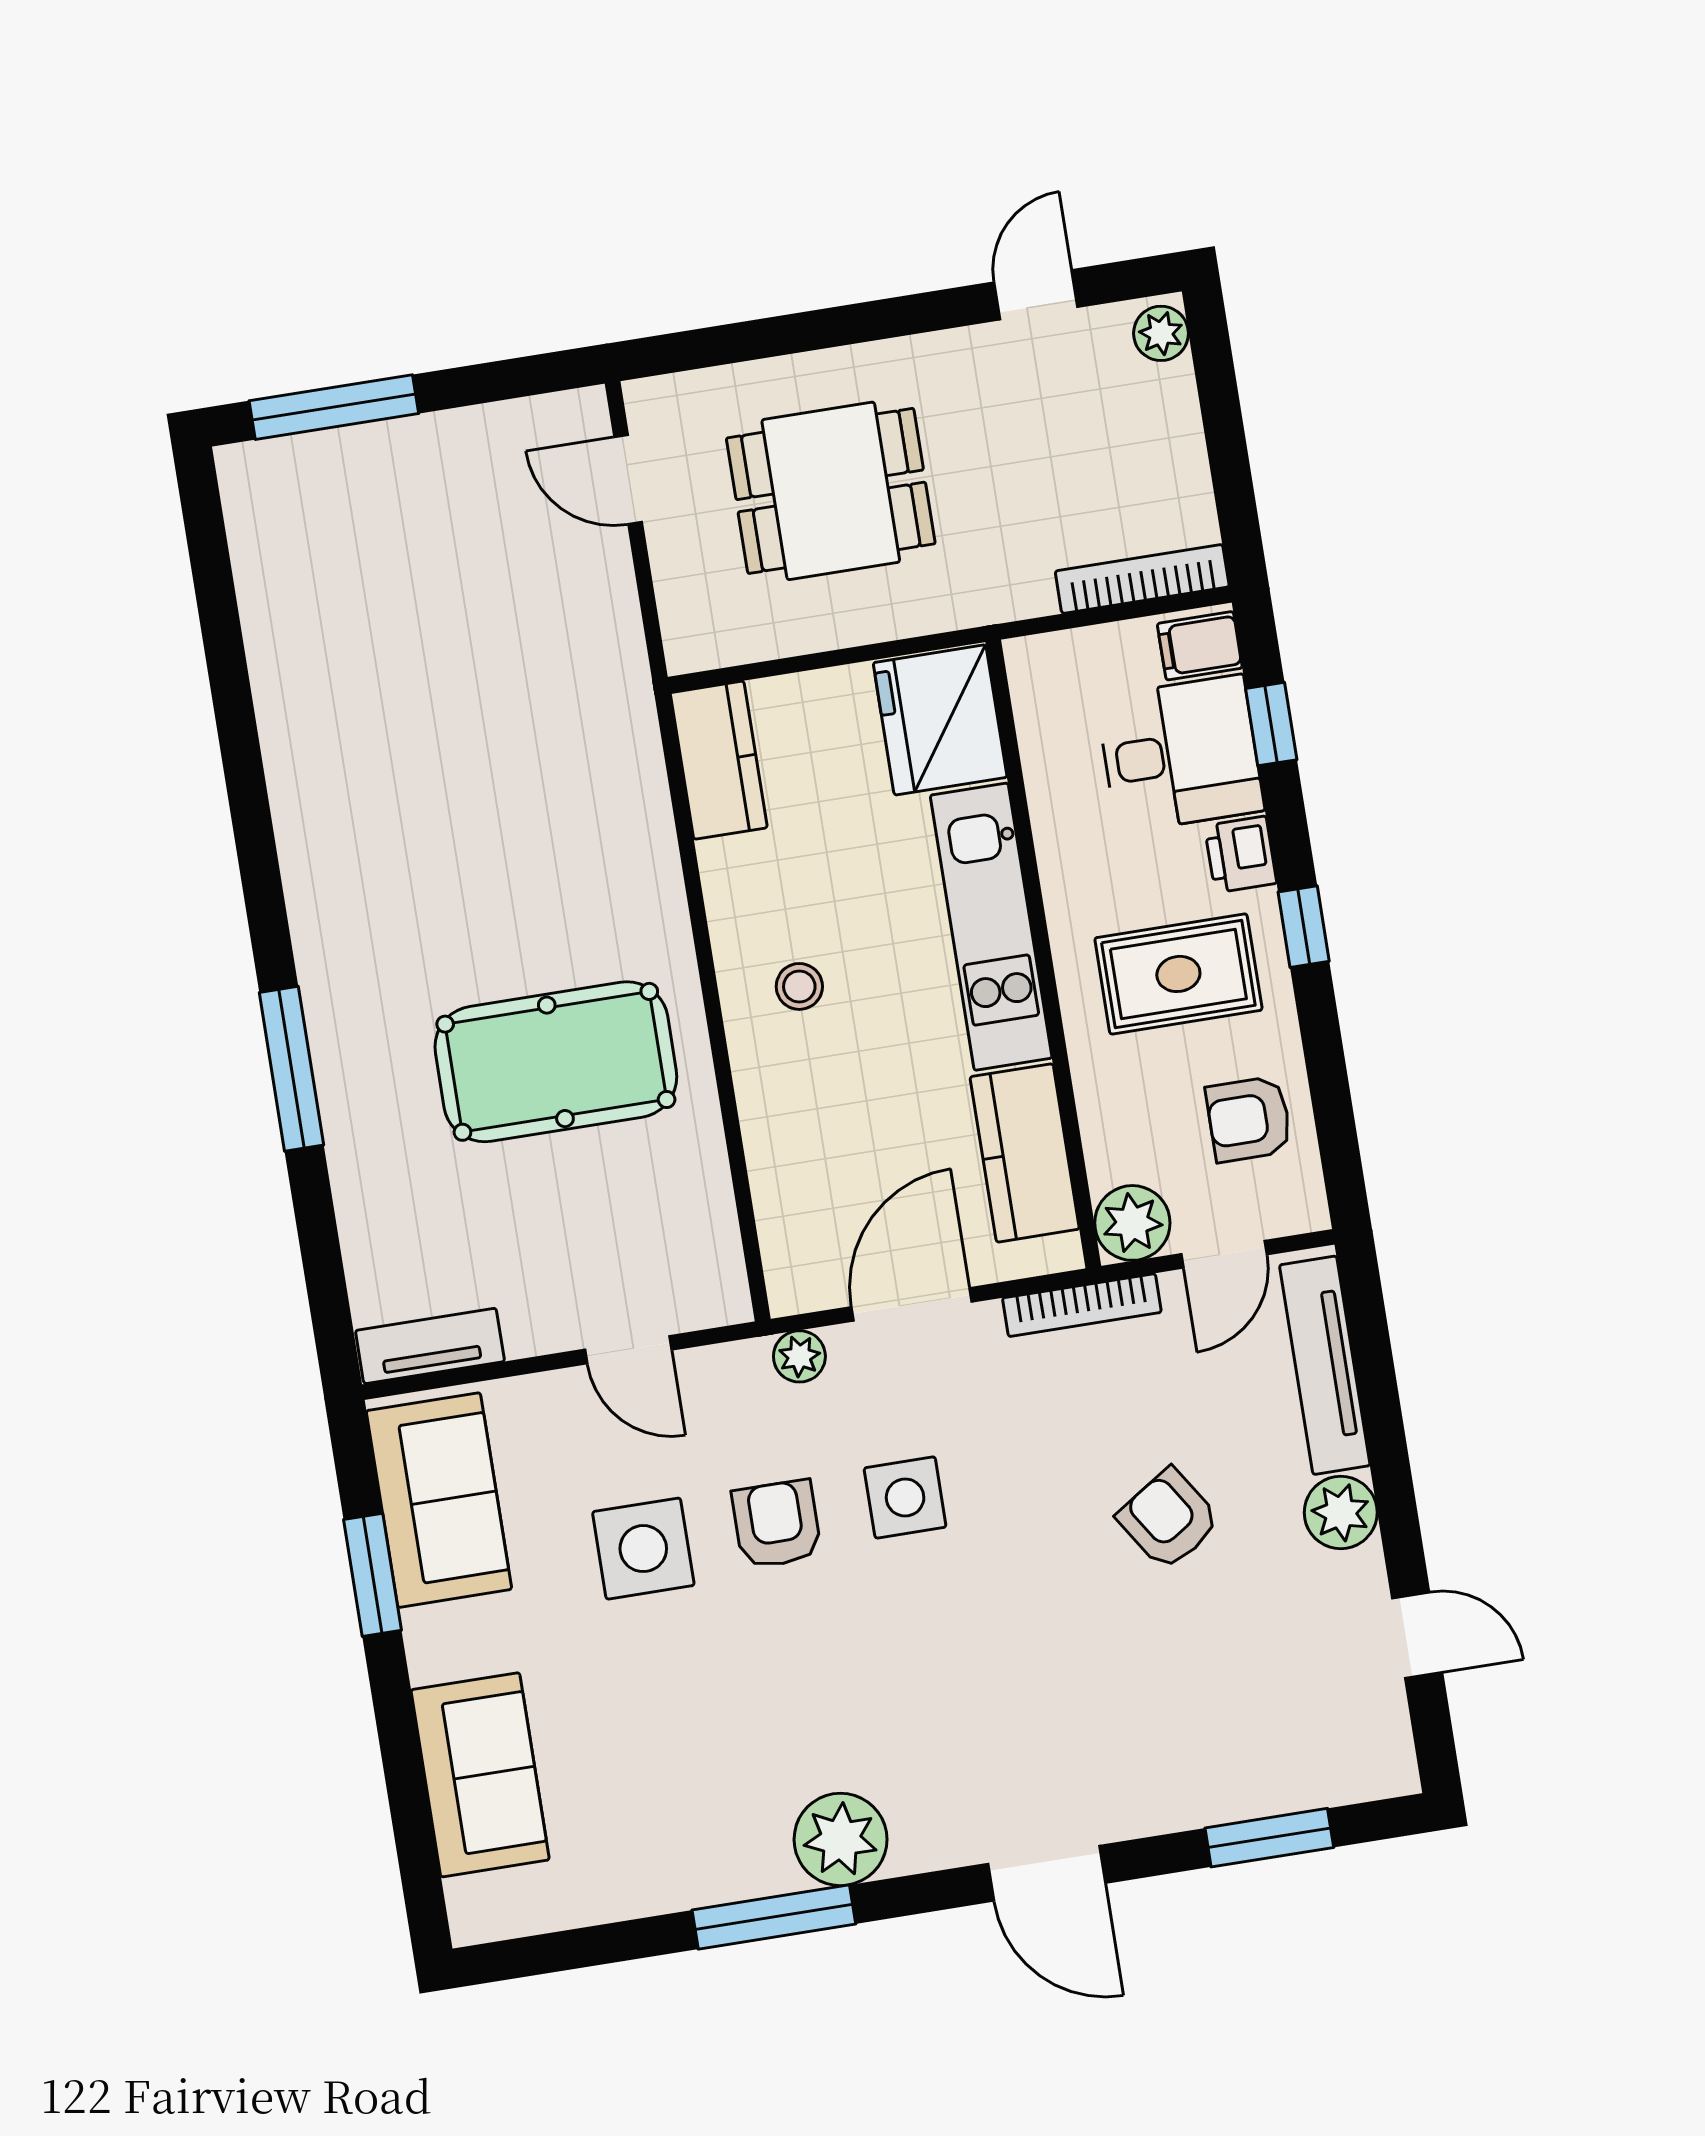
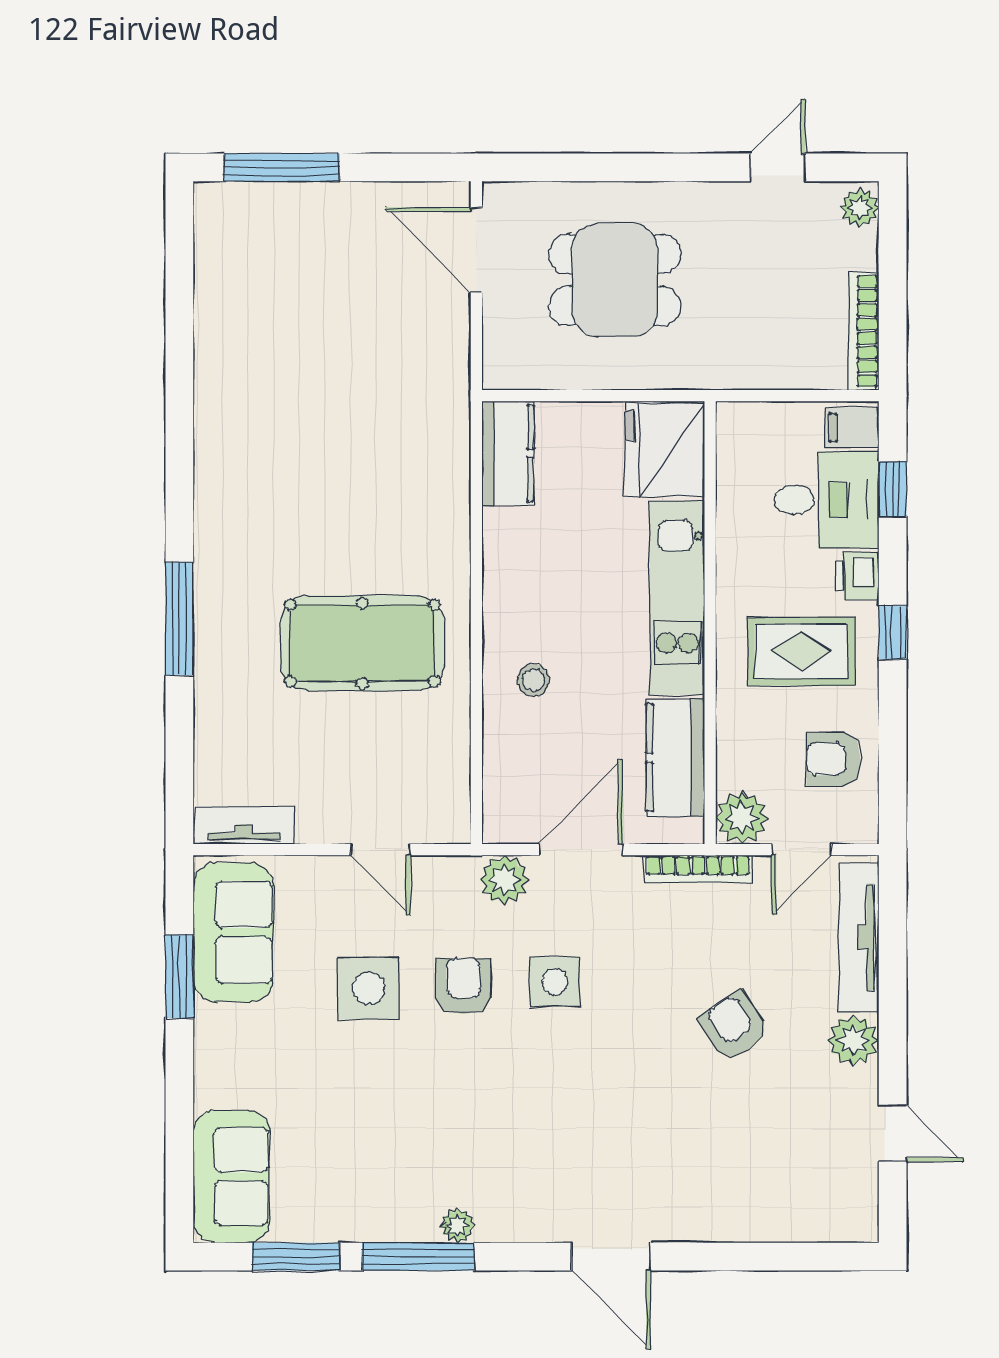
door: (628, 480) -> (476, 250), width x1.38
bookcase: (1142, 579) -> (864, 331), moved, turned -90
stool: (799, 986) -> (533, 680), moved
plant: (799, 1356) -> (504, 880), width x1.38, depth x1.38
sofa: (480, 1775) -> (231, 1177), moved
window: (1269, 1838) -> (296, 1257), moved
plant: (841, 1839) -> (458, 1226), width x0.53, depth x0.53

